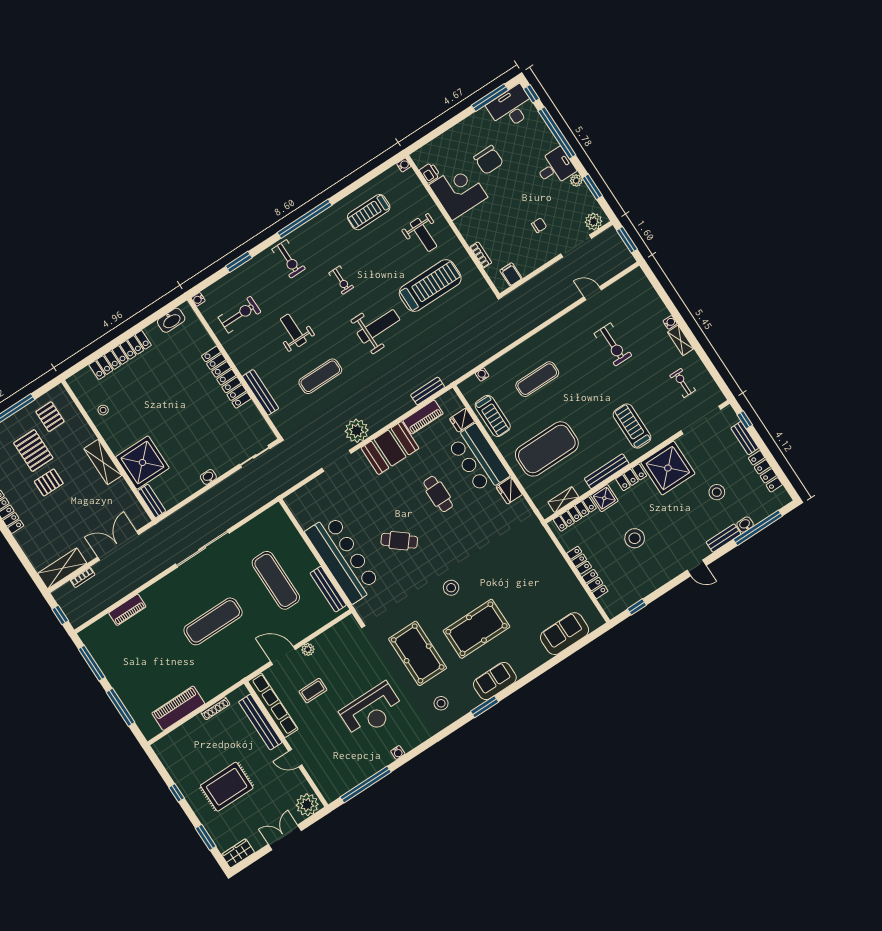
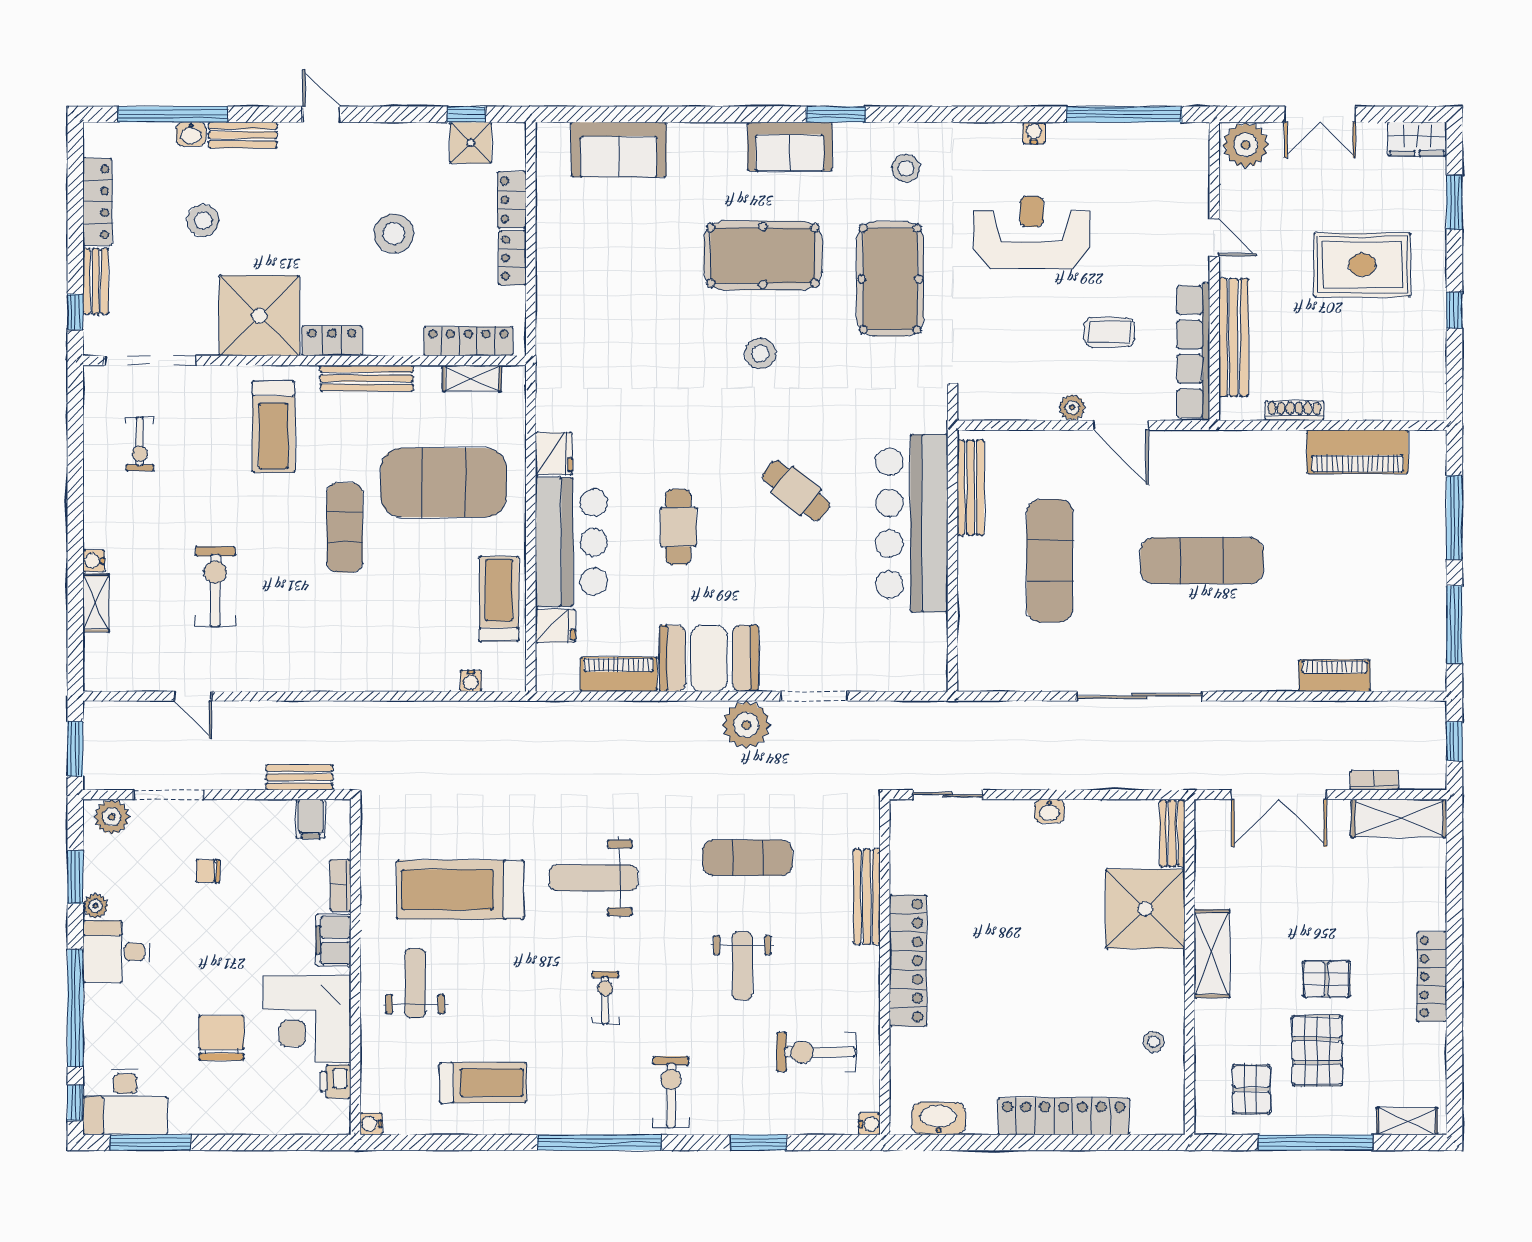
filing cabinet: (469, 231) -> (333, 940), added
shelving: (681, 340) -> (96, 603), moved
exercise mat: (537, 379) -> (345, 527), moved, turned 90
bench: (428, 391) -> (299, 777), moved
shower: (604, 498) -> (471, 143), moved

